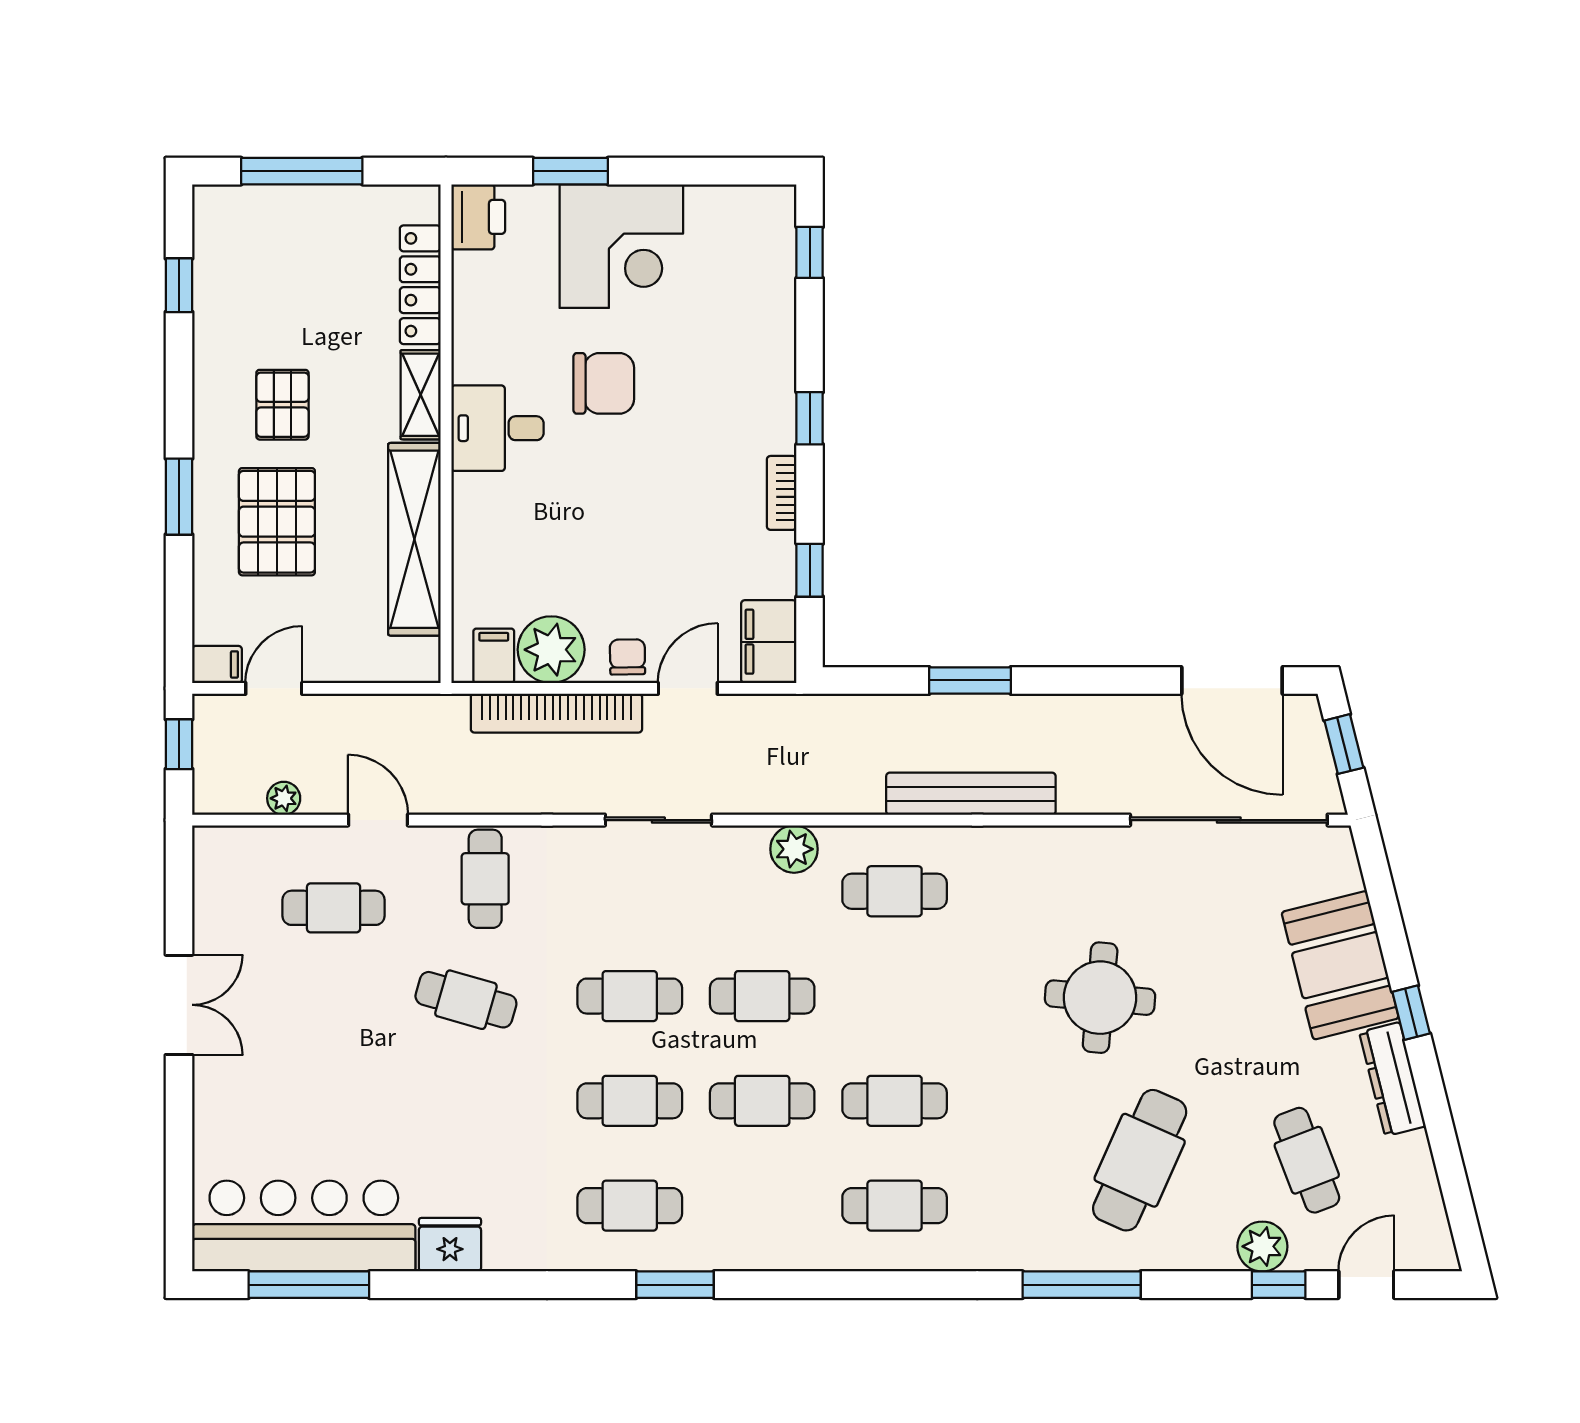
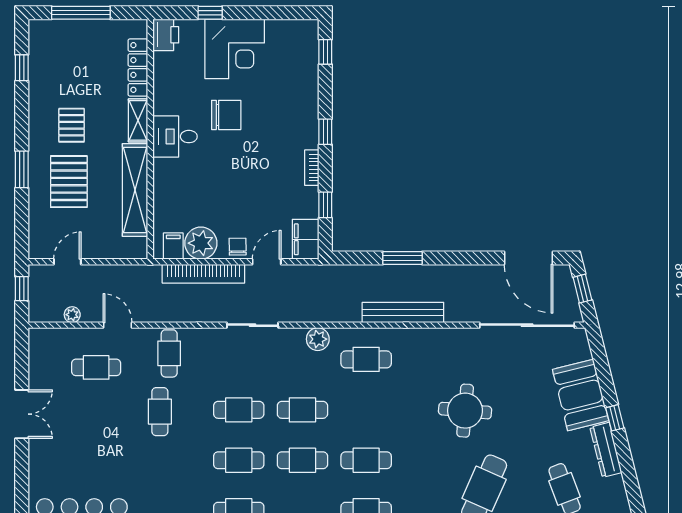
window: (570, 171) -> (210, 13), width x0.67
filing cabinet: (217, 664) -> (40, 250), removed
cafe table: (466, 1000) -> (160, 412), turned 74

